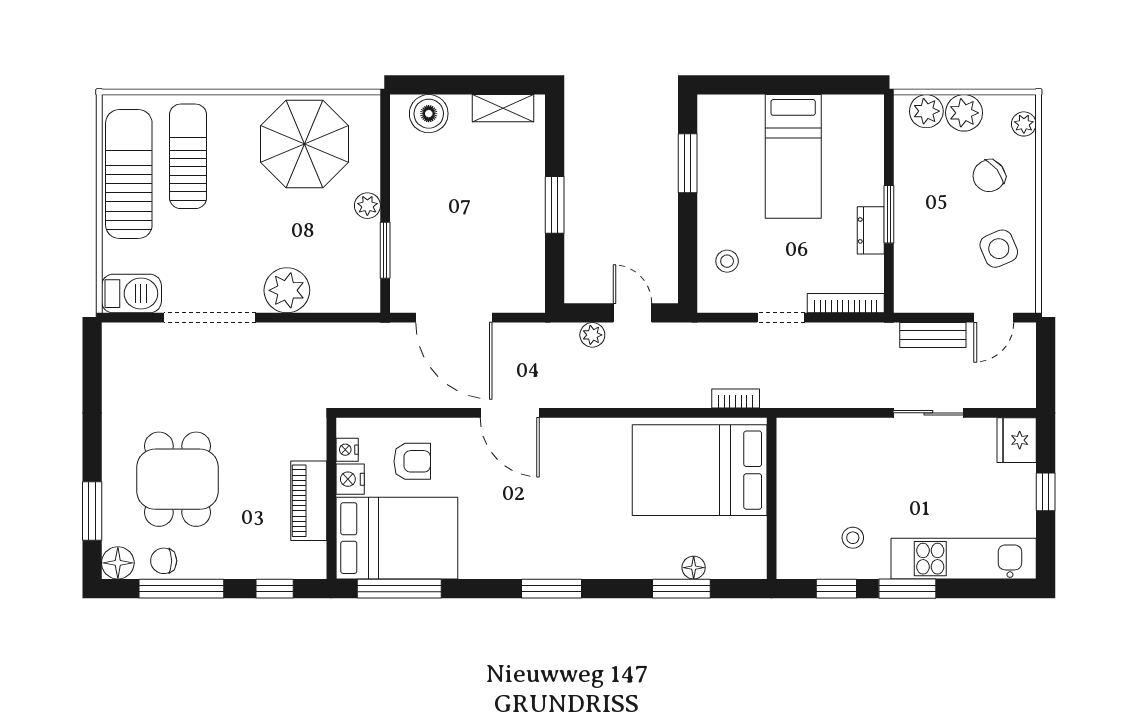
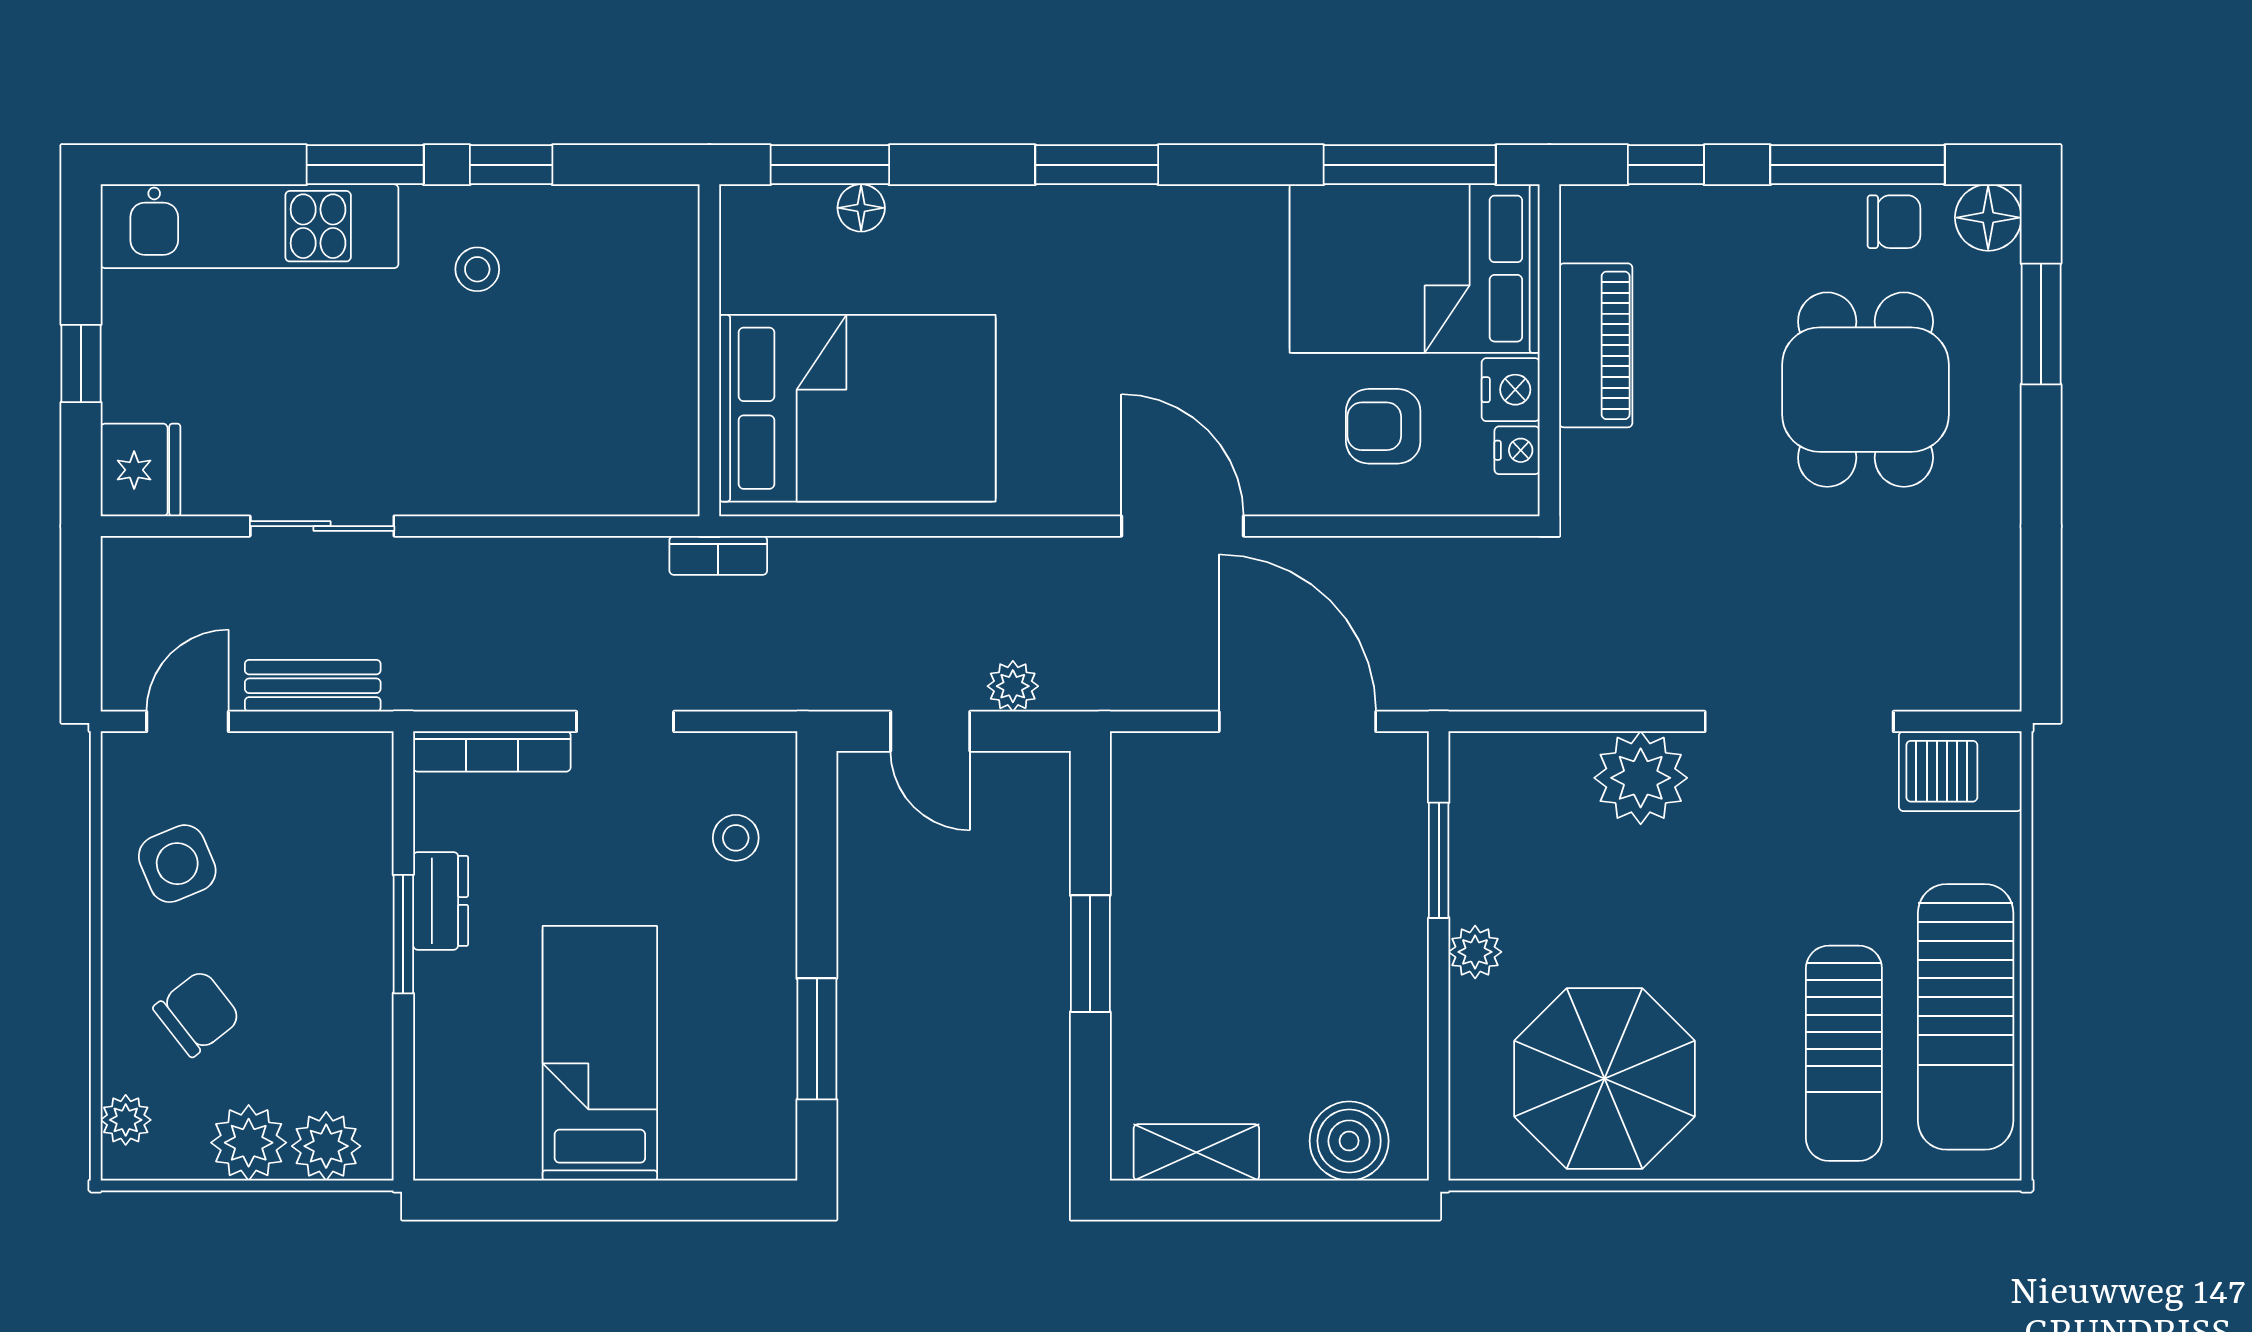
bed: (700, 470) -> (857, 408), moved
wall: (772, 498) -> (709, 350), moved
floor lamp: (694, 568) -> (861, 208), moved

